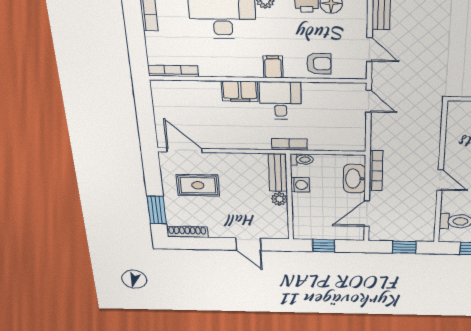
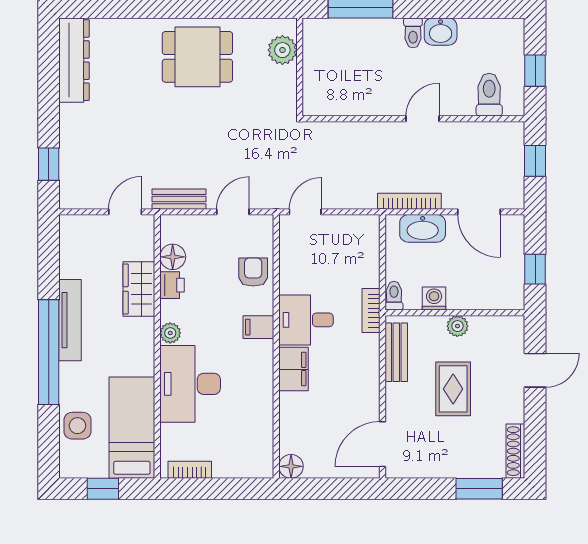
bookcase: (173, 71) -> (266, 448), removed
floor lamp: (160, 88) -> (291, 466), added
bench: (278, 173) -> (396, 352), moved, turned 90
rug: (198, 185) -> (453, 389), moved

